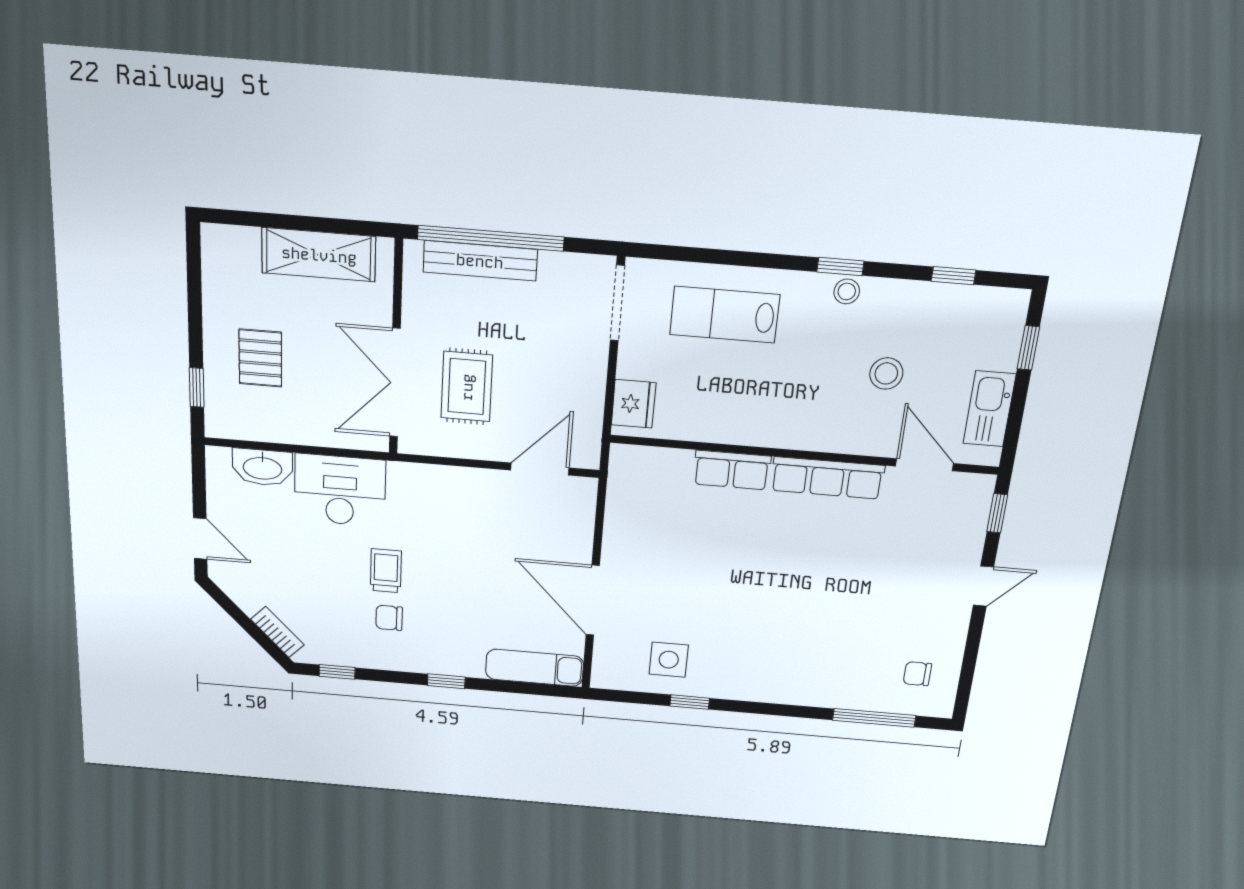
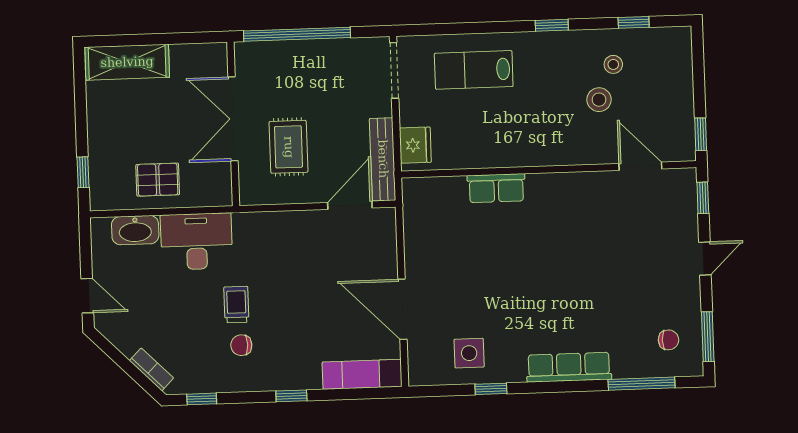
shelving: (319, 255) -> (127, 62), moved
bench: (480, 261) -> (383, 159), moved, turned 90
stool: (847, 291) -> (613, 64), moved
window: (1028, 348) -> (701, 134), moved
pallet: (260, 358) -> (158, 180), moved, turned 90
double door: (395, 383) -> (233, 119), moved
kitchen sink: (989, 409) -> (680, 117), removed
row of seats: (827, 478) -> (569, 367), moved, turned 180
chair: (917, 674) -> (669, 340), turned 180
window: (967, 676) -> (708, 337), added

